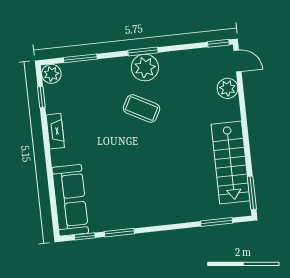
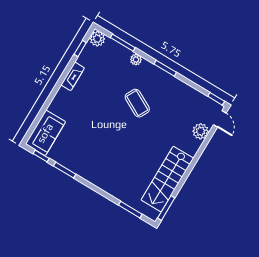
plant: (145, 68) -> (136, 60), moved, width x0.53, depth x0.53
sofa: (70, 200) -> (45, 133), width x0.73

